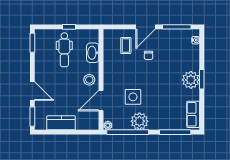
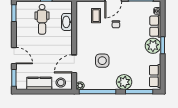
row of seats: (193, 58) -> (155, 26), added
stool: (89, 80) -> (61, 83), moved
plant: (139, 121) -> (124, 82), moved

